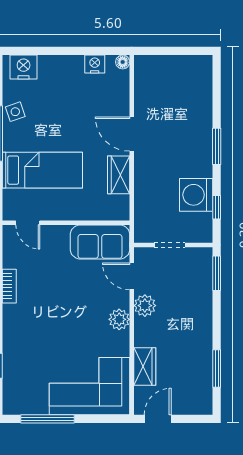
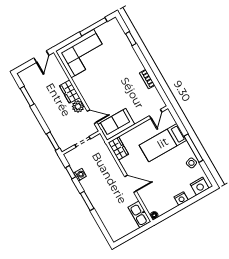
nightstand: (95, 64) -> (181, 199), moved
kitchen sink: (145, 77) -> (139, 214), added
wardrobe: (119, 175) -> (118, 148), moved
washing machine: (196, 195) -> (80, 175), width x0.53, depth x0.53
door: (28, 223) -> (156, 114), swing flipped
plant: (119, 319) -> (86, 93), removed
wardrobe: (145, 367) -> (70, 92), moved

